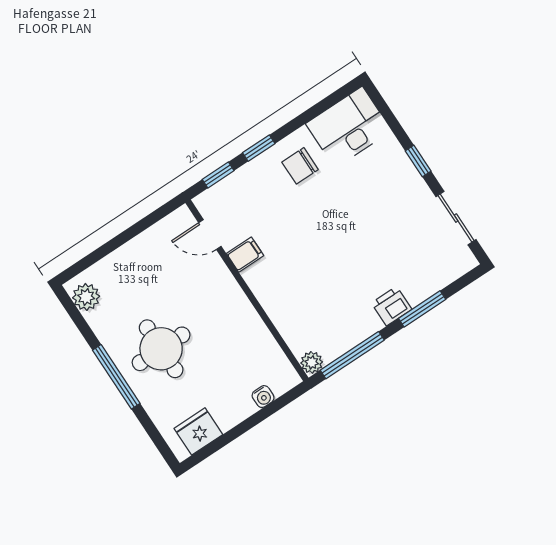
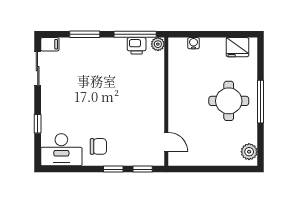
window: (418, 161) -> (38, 124), moved
filing cabinet: (245, 255) -> (50, 44), moved, turned 180
printer: (392, 306) -> (137, 46), moved

